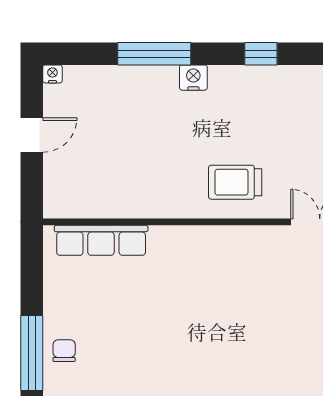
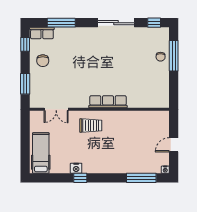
window: (154, 54) -> (141, 178), moved
nightstand: (193, 78) -> (76, 168), moved
row of seats: (101, 240) -> (108, 102), moved

